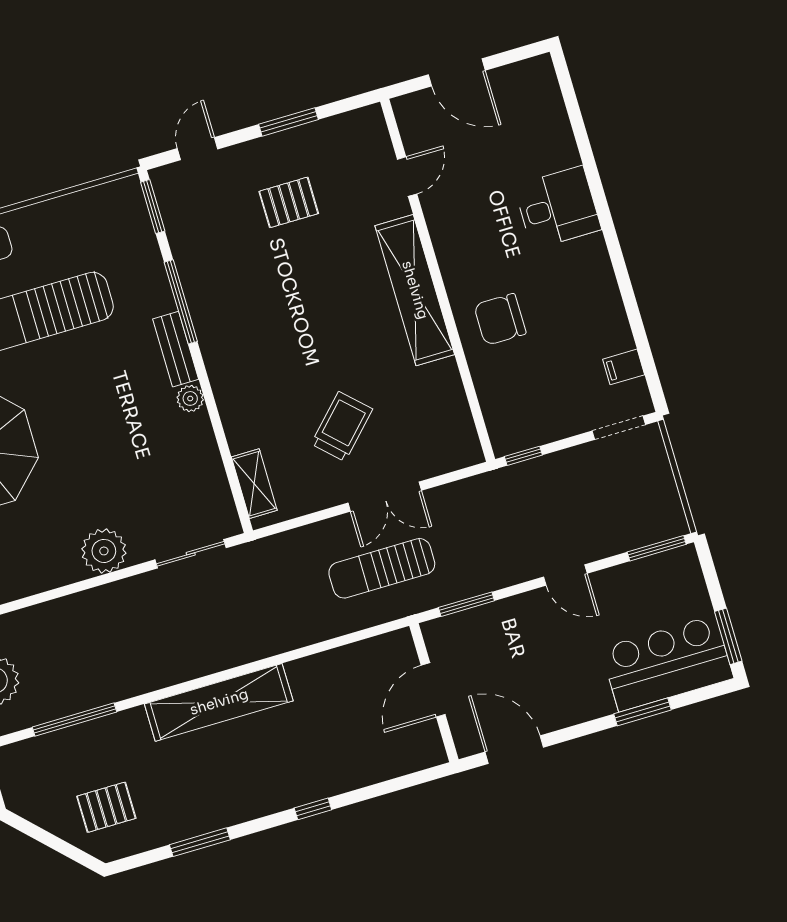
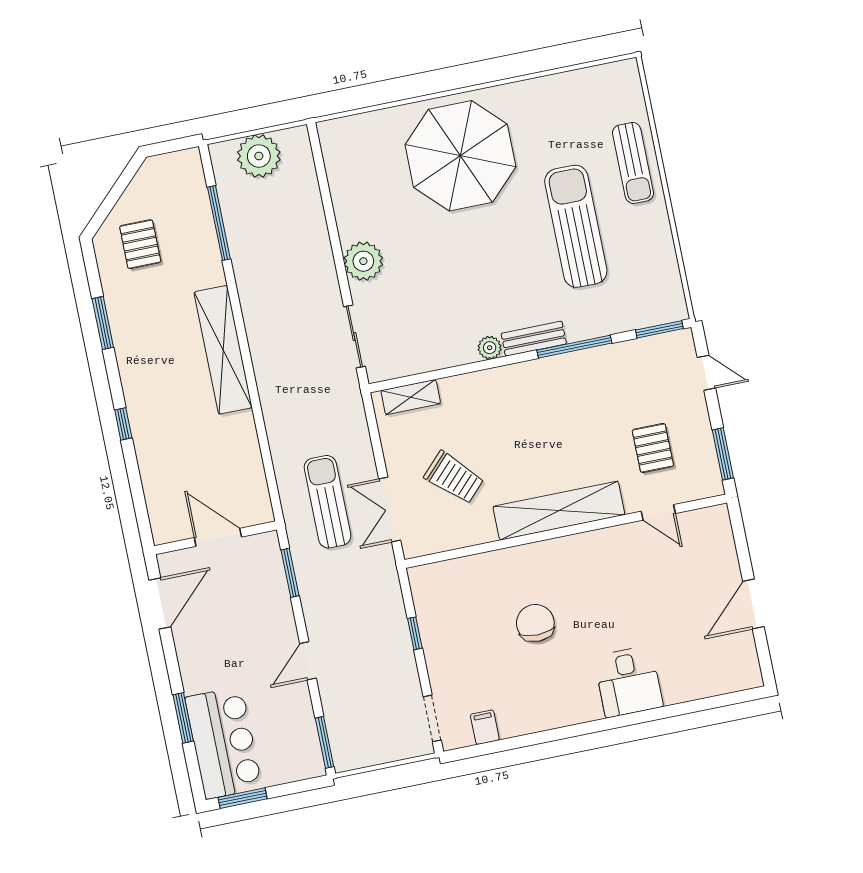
door: (407, 177) -> (658, 512), moved
wall: (438, 280) -> (566, 531), moved
shelving: (415, 290) -> (559, 511), moved

